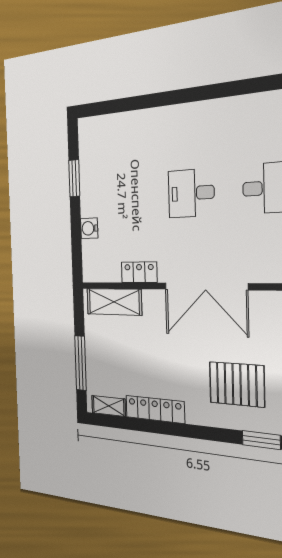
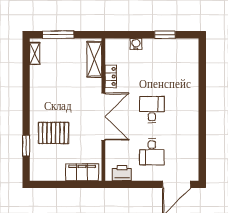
double door: (205, 286) -> (103, 117), swing flipped
pallet: (237, 384) -> (53, 133), turned 90
locker: (155, 409) -> (36, 84), removed

